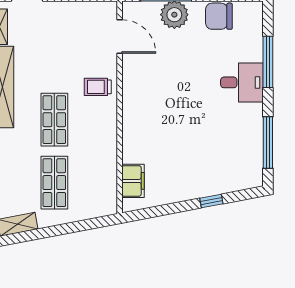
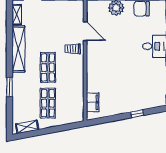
door: (120, 36) -> (85, 31), moved

